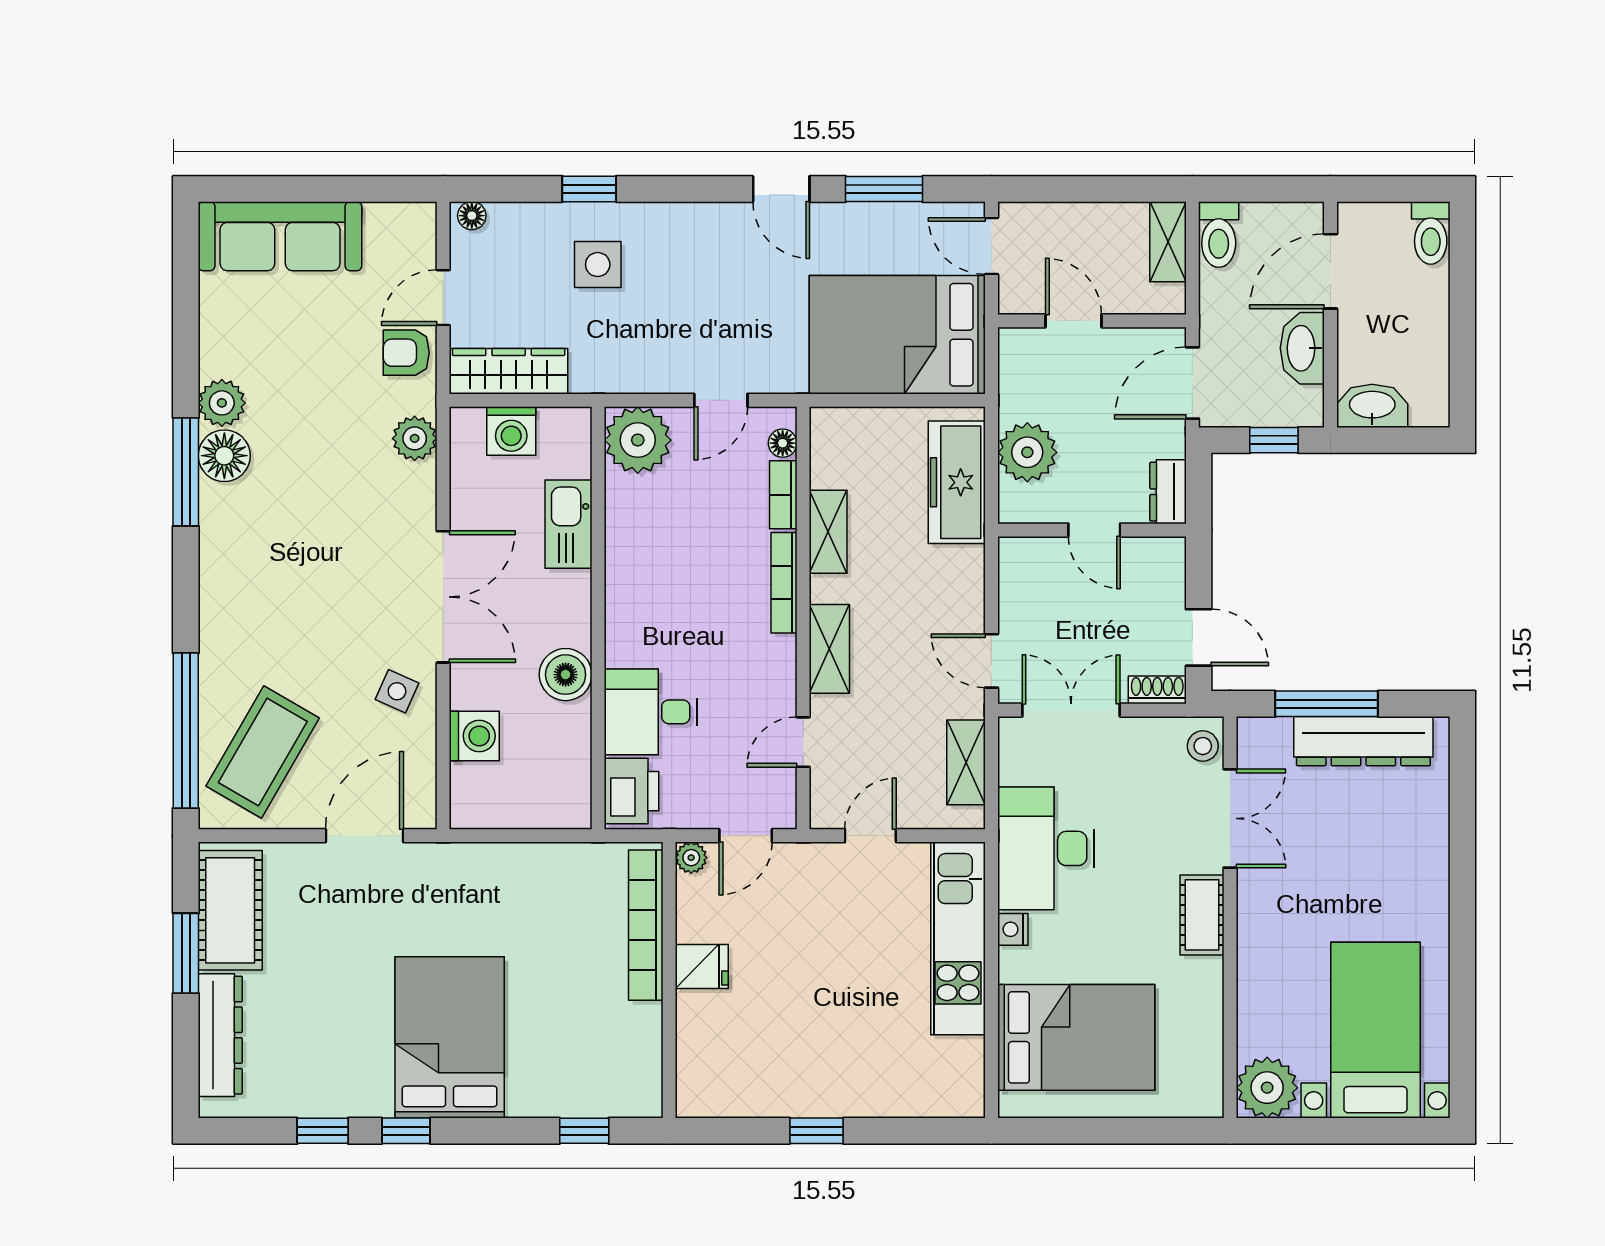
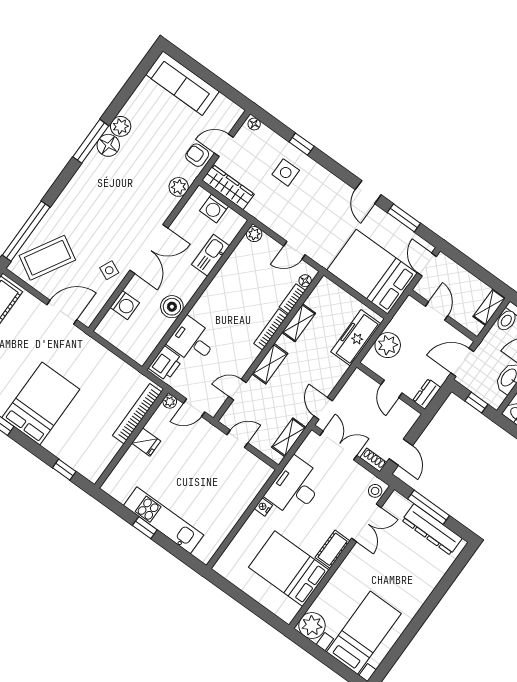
plant: (638, 440) -> (254, 234), width x0.53, depth x0.53
kitchen unit: (958, 938) -> (164, 520), moved, turned 90
bed: (1076, 1037) -> (289, 569), moved, turned 180

